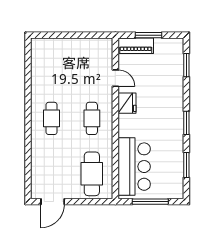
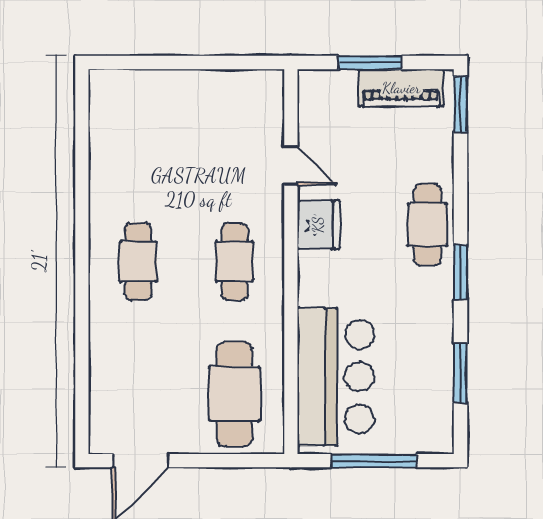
piano: (136, 46) -> (401, 88), moved
window: (186, 65) -> (460, 104), moved
cafe table: (173, 103) -> (428, 225), added

